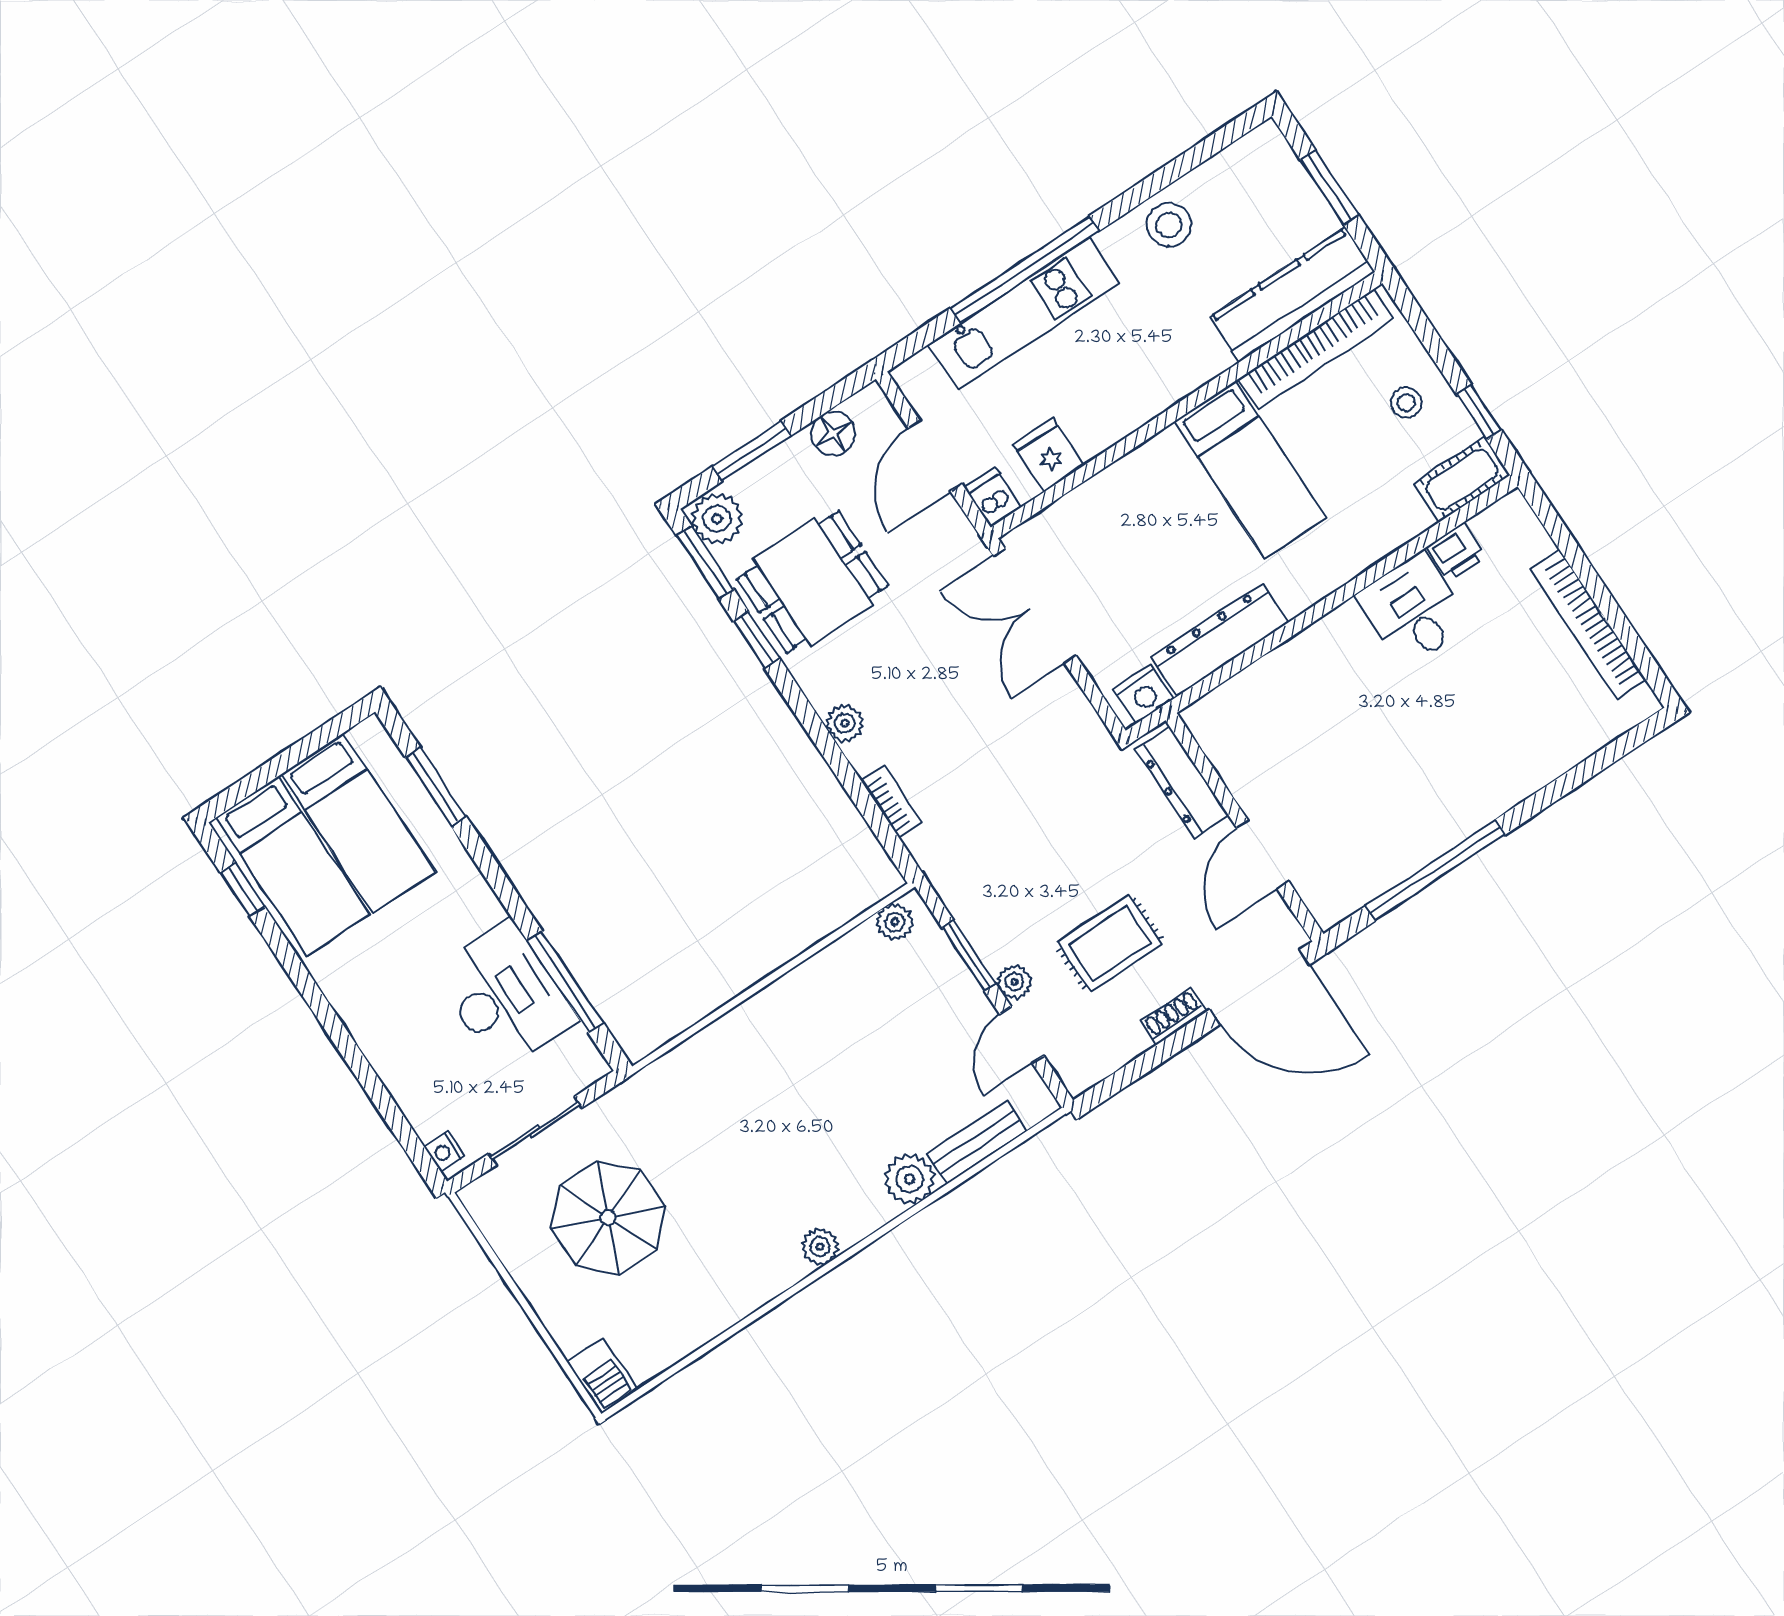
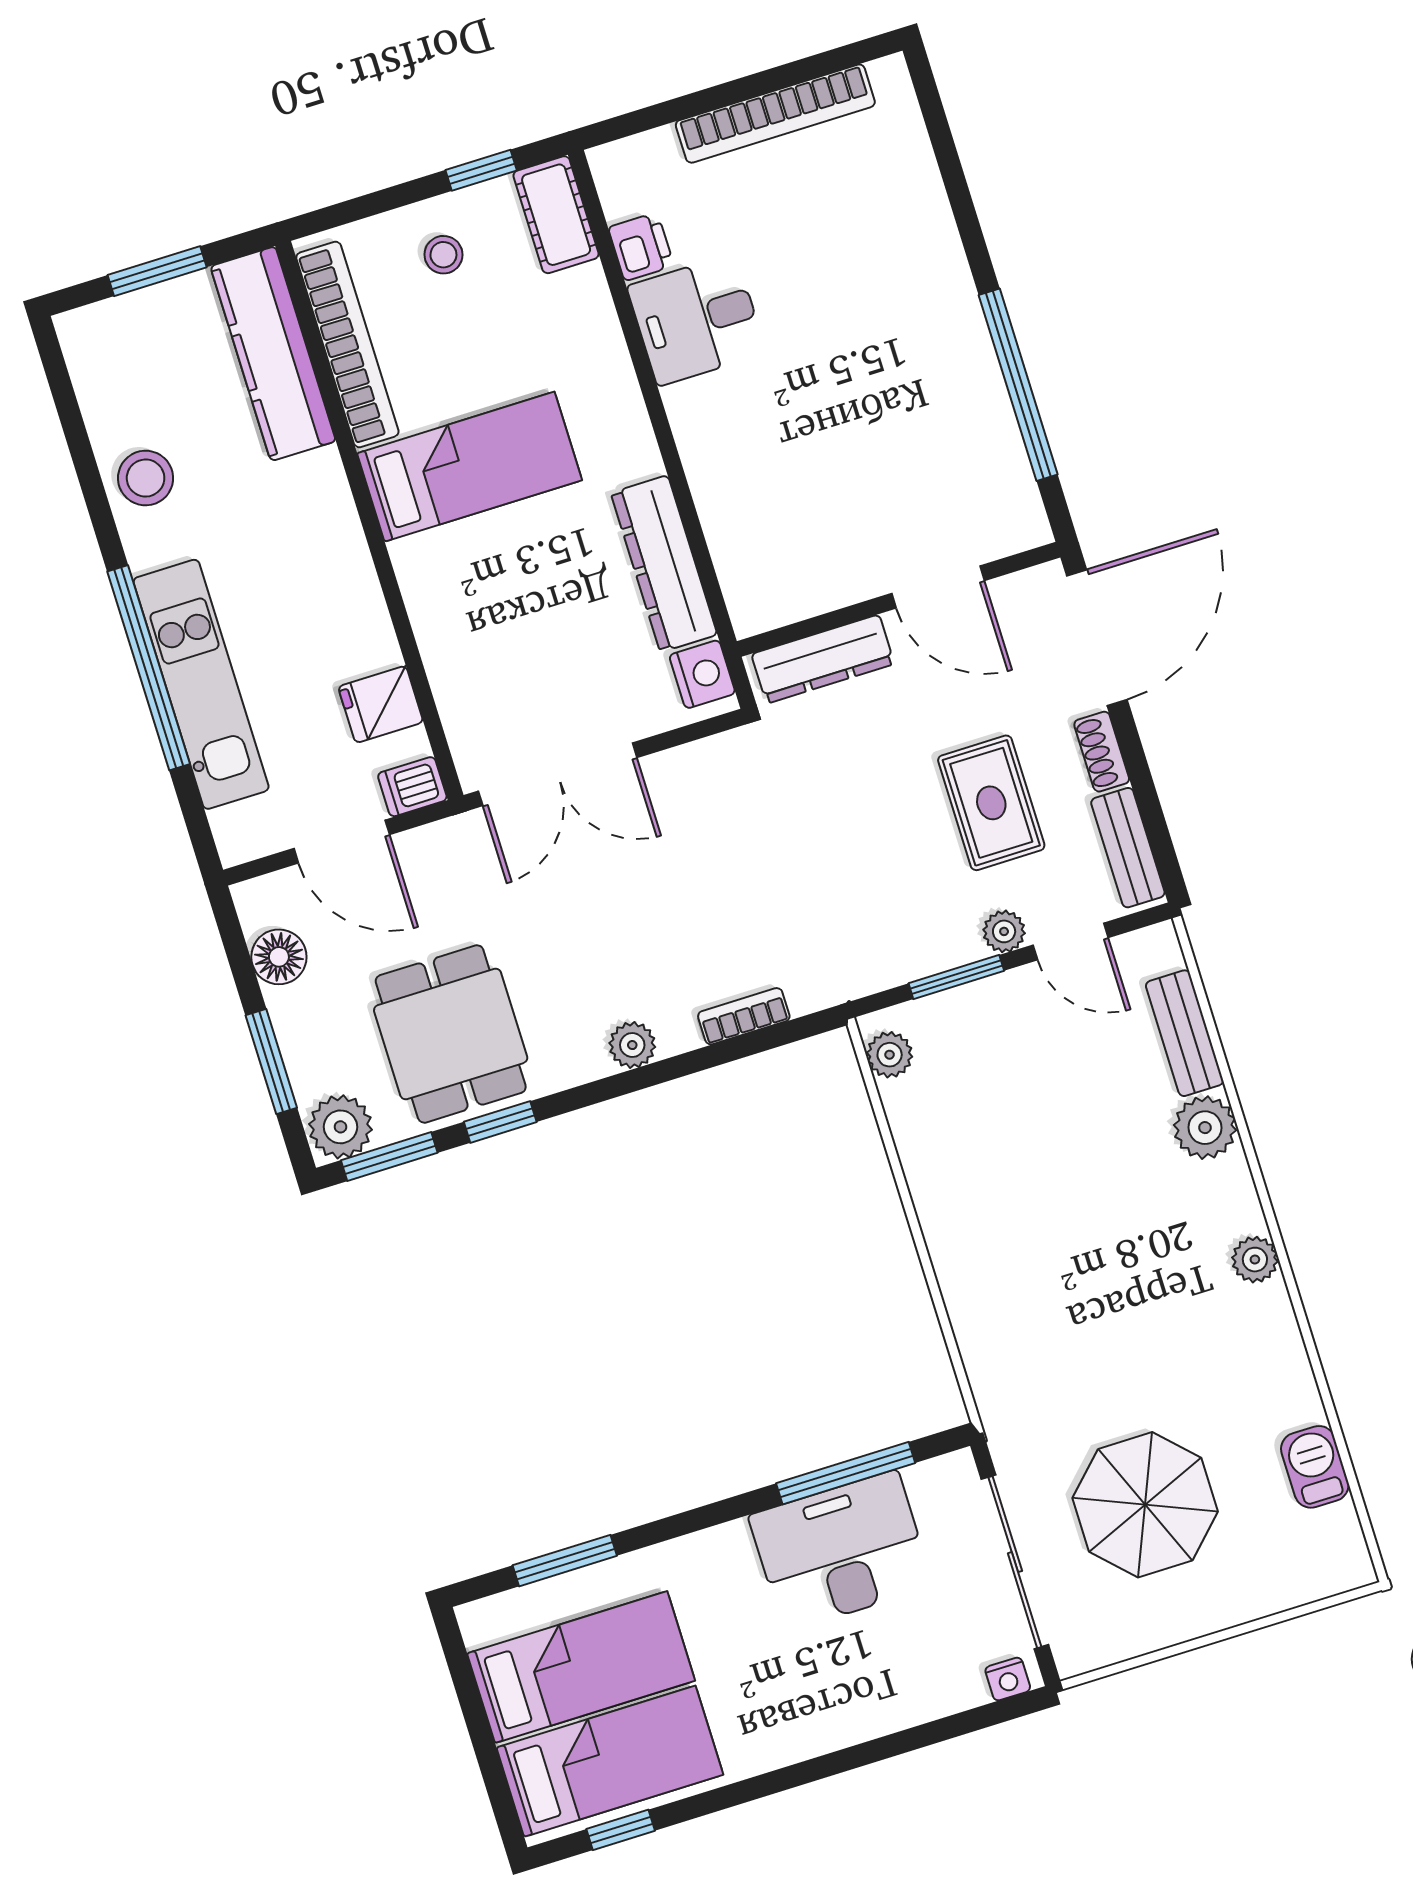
bench: (1106, 1058) -> (1128, 848), added
sliding door: (535, 1131) -> (1015, 1562), width x1.37
barbecue: (603, 1376) -> (1315, 1467), moved, turned -90

